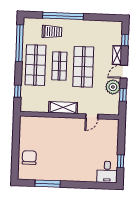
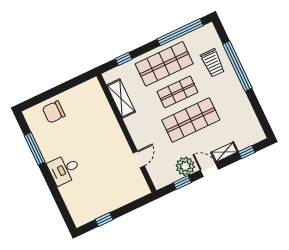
shelving: (63, 108) -> (121, 99), moved
door: (92, 116) -> (139, 159), swing flipped
chair: (29, 158) -> (54, 112), turned 180
desk: (107, 172) -> (64, 169), moved

